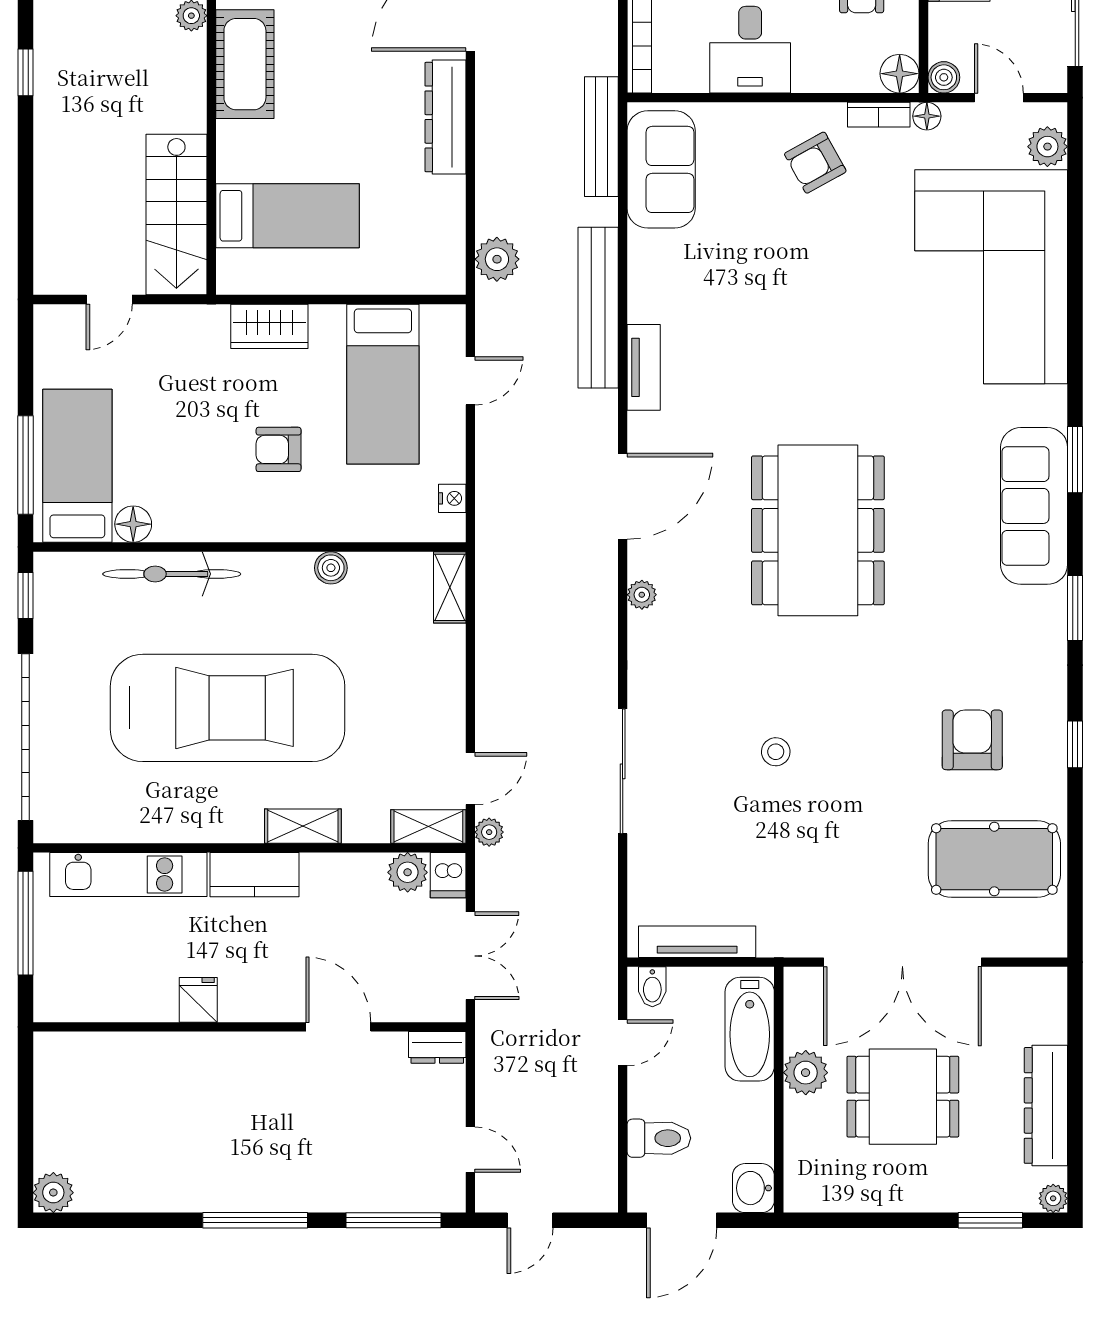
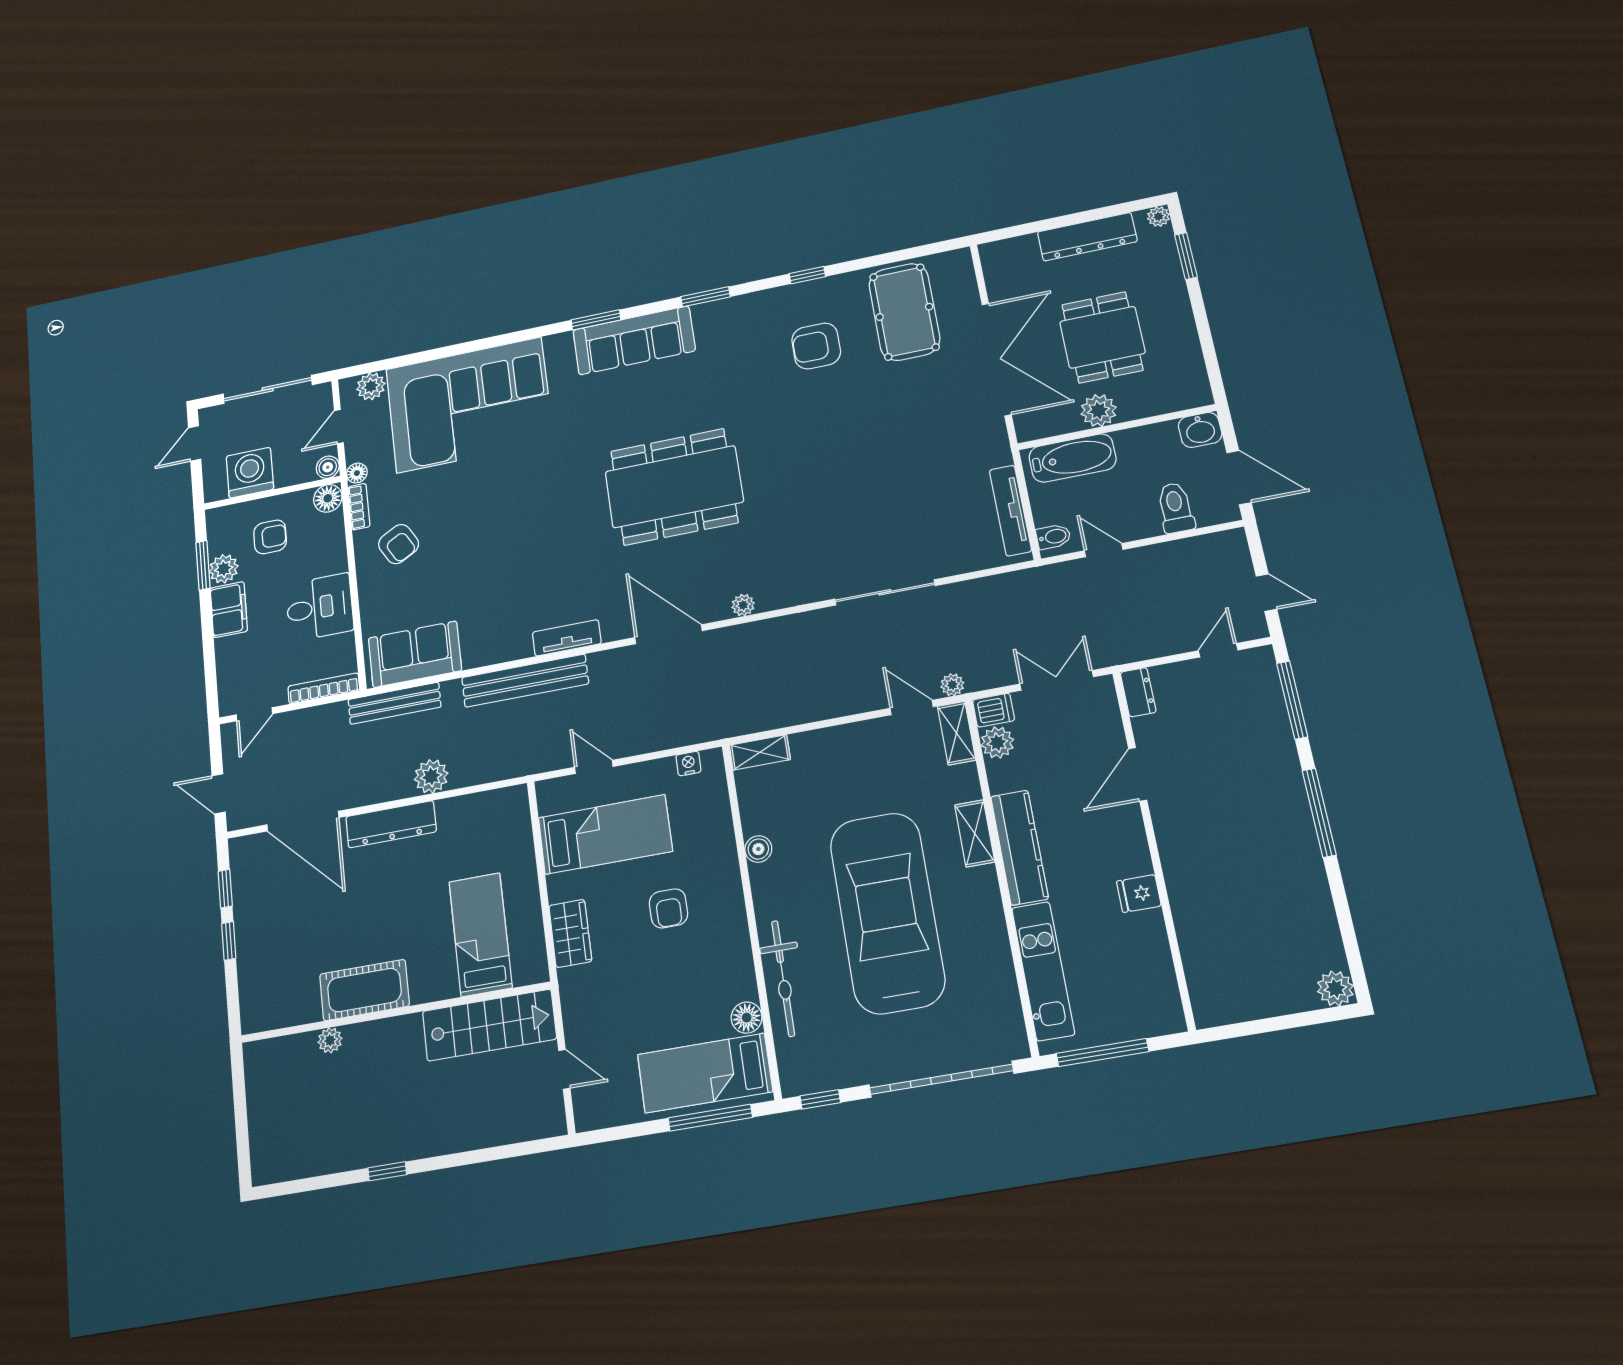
plant: (497, 259) -> (431, 776), moved
stool: (776, 752) -> (850, 483), removed
kitchen counter: (254, 875) -> (1019, 847), width x1.50

